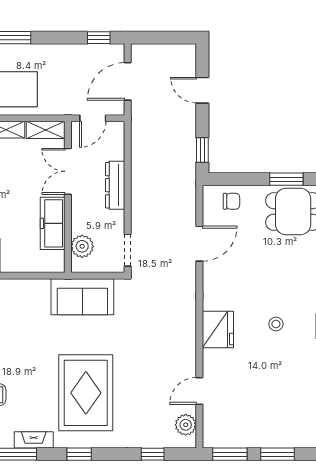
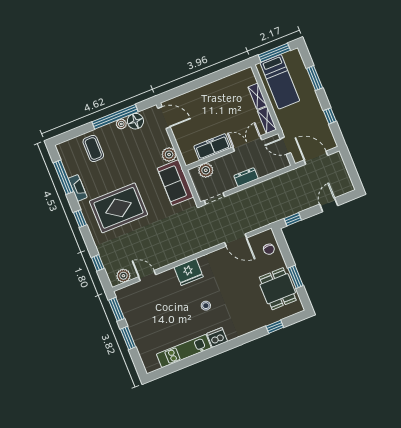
window: (99, 38) -> (330, 116), moved
dresser: (115, 185) -> (246, 177), width x0.70
plant: (38, 290) -> (169, 154), added

